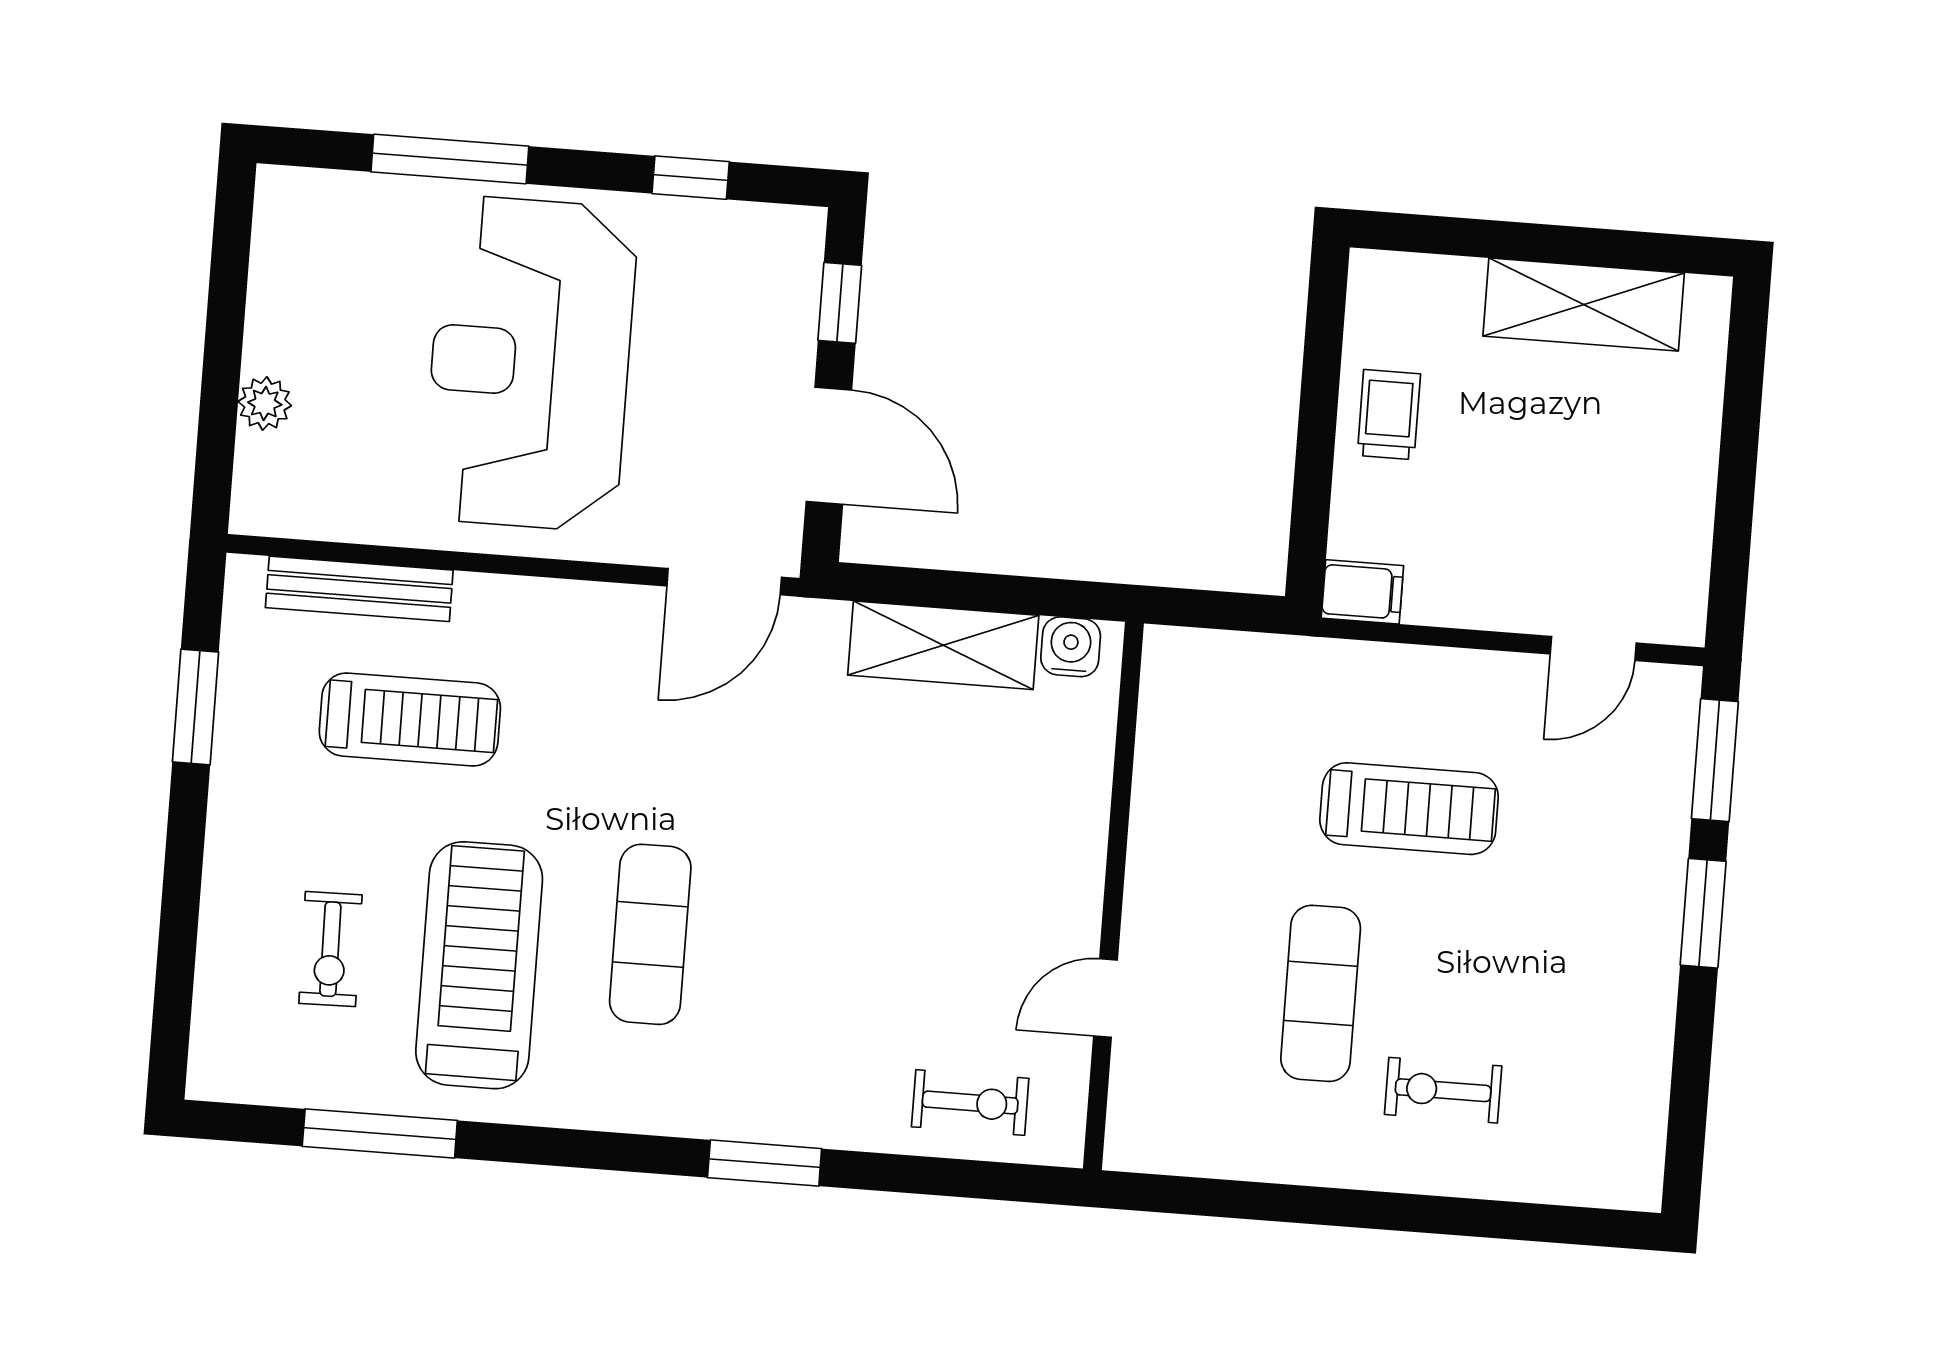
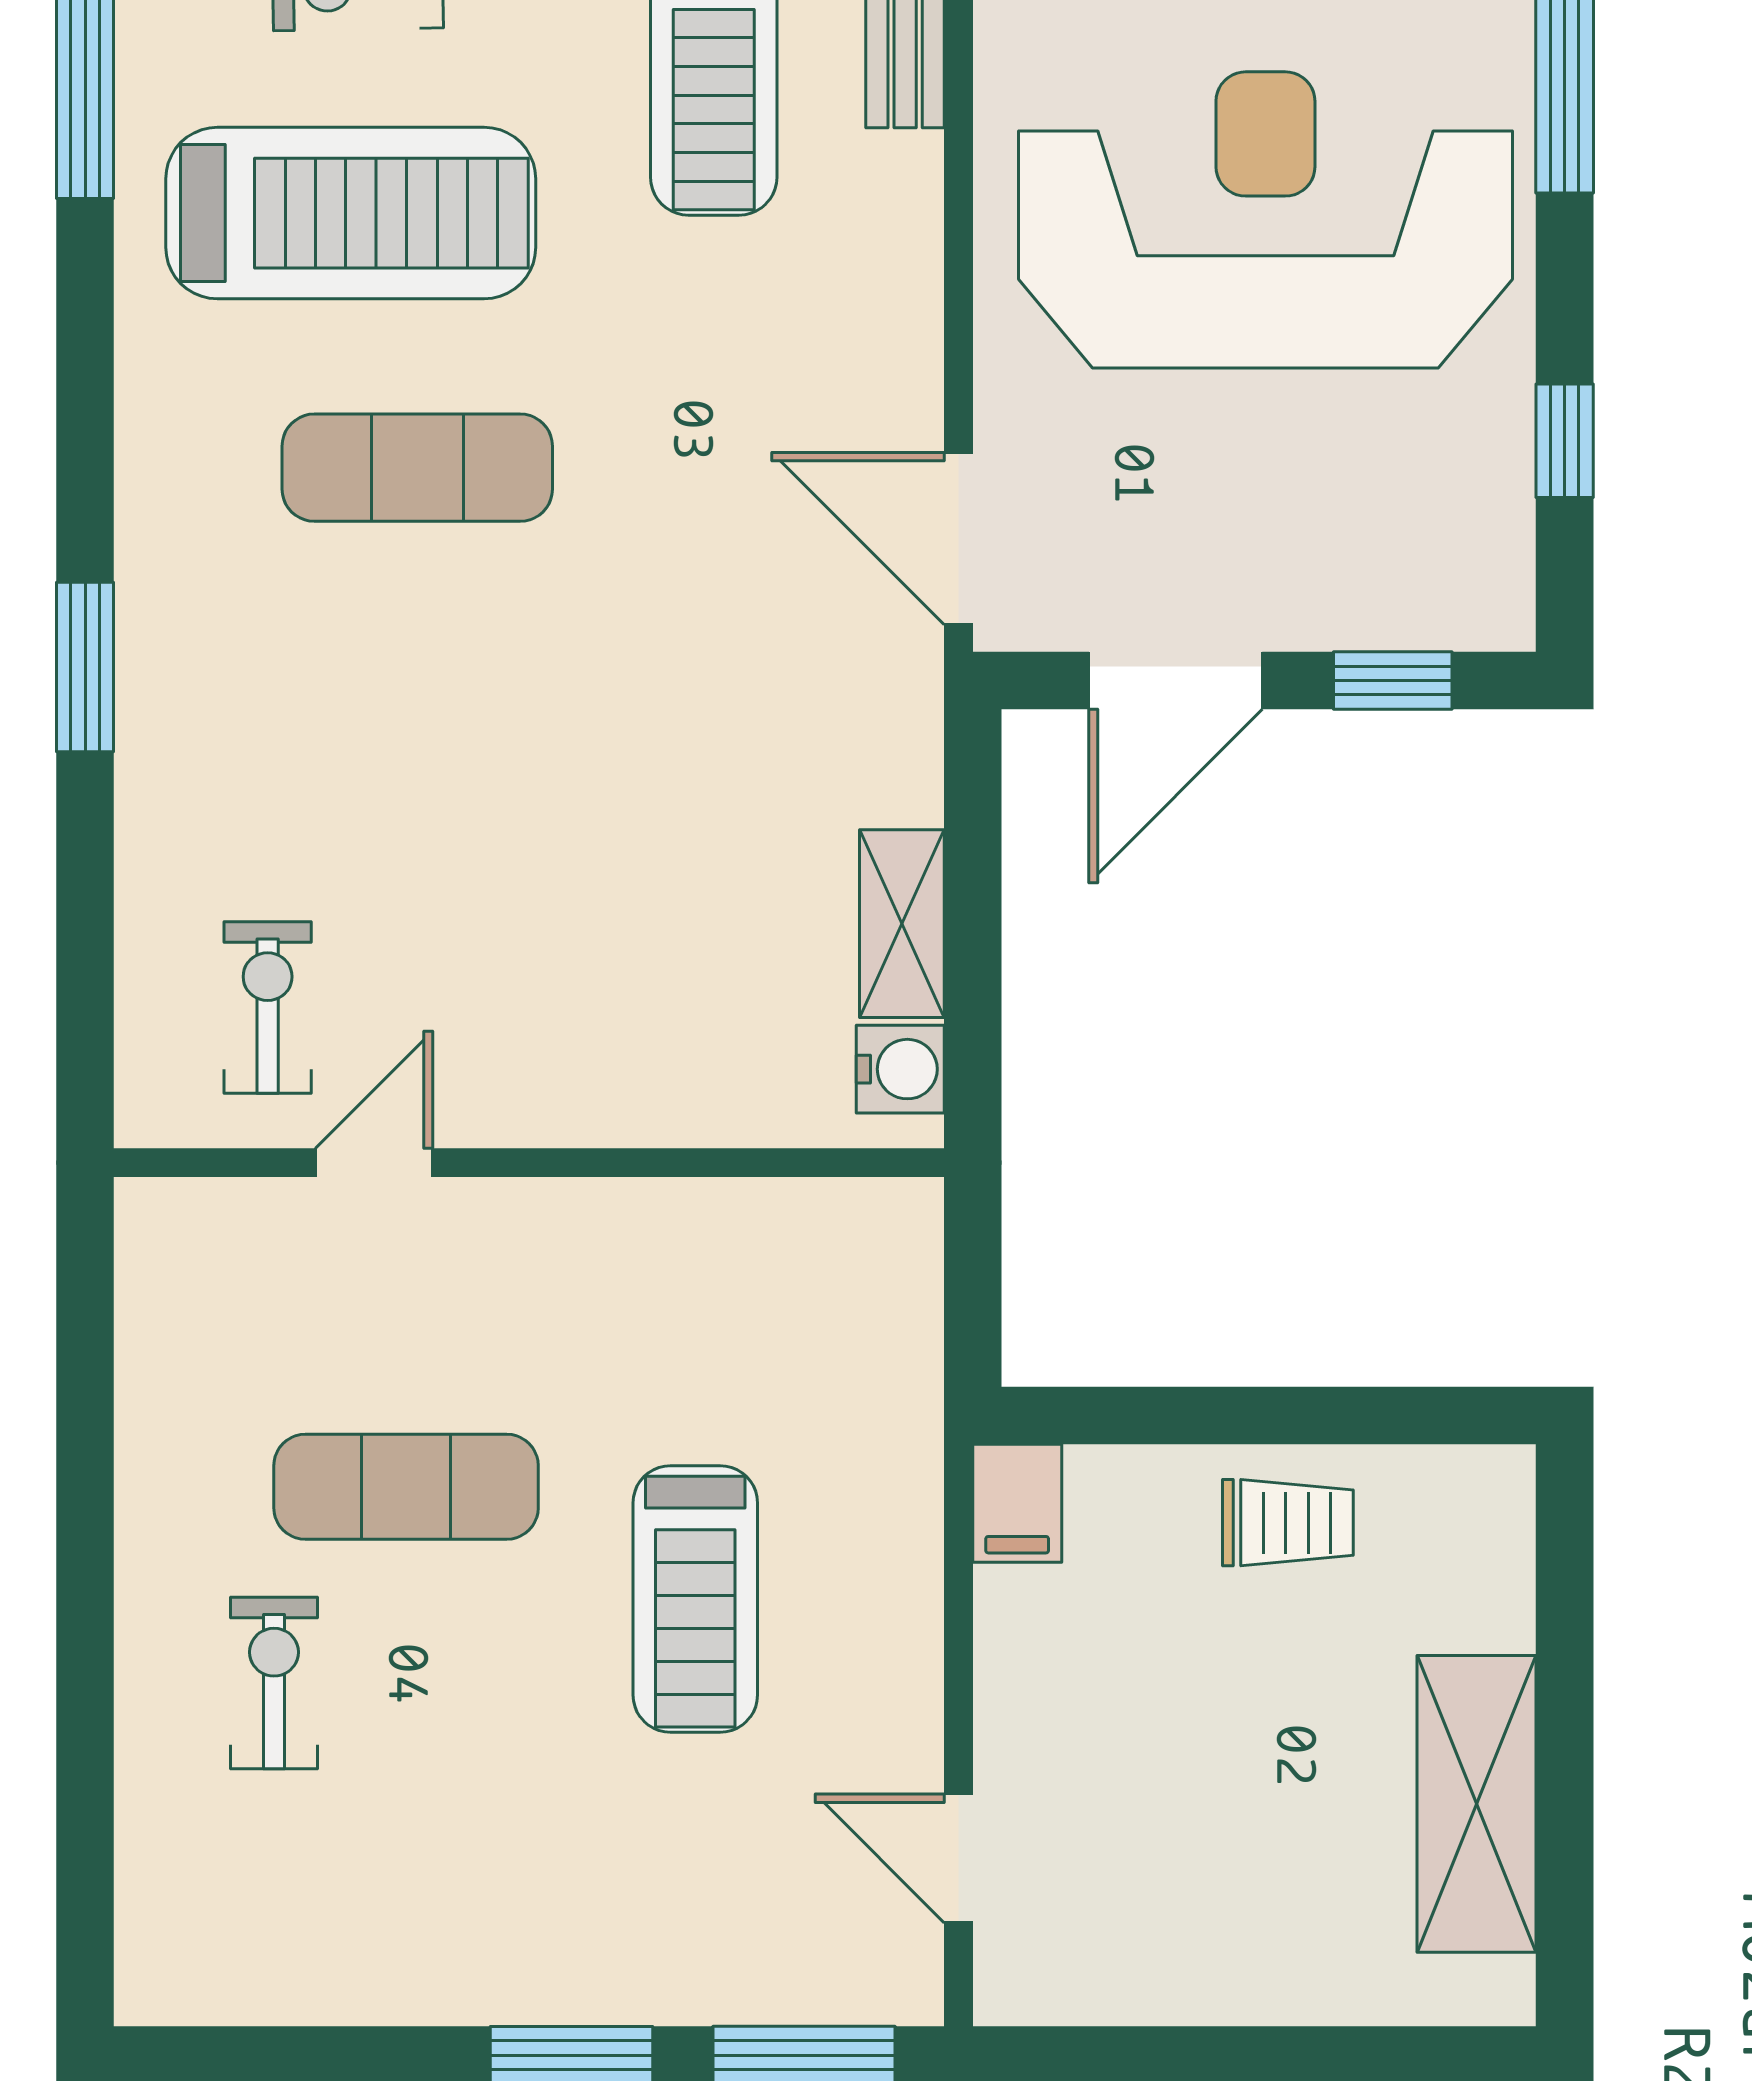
shelving: (943, 645) -> (902, 924), width x0.67, depth x0.75
door: (1106, 998) -> (374, 1163), hinge flipped
exercise bike: (970, 1103) -> (268, 1008), moved, turned 180

